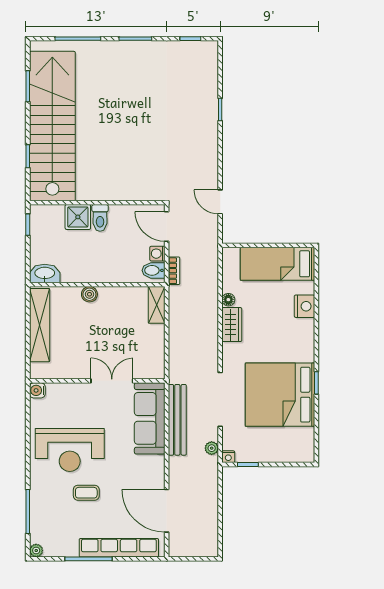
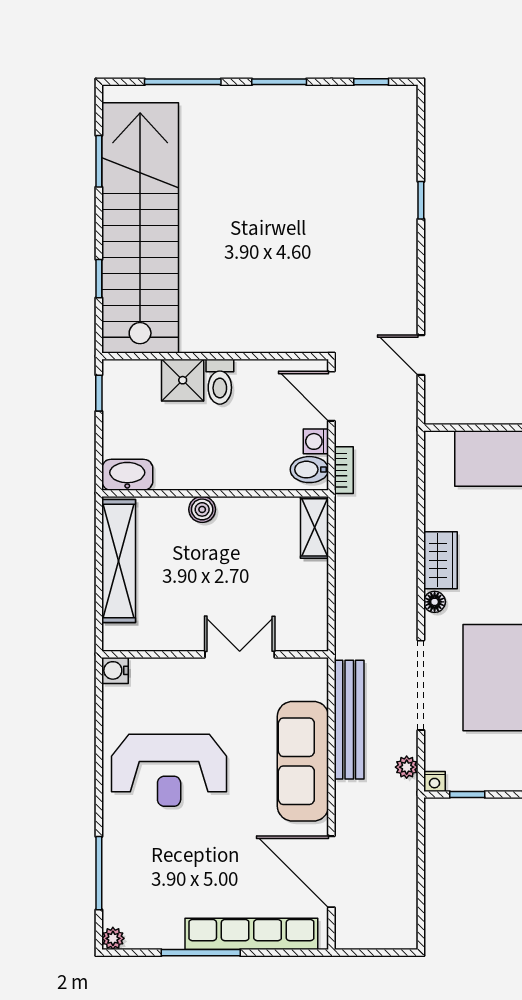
floor lamp: (228, 300) -> (435, 602), moved
sofa: (150, 418) -> (303, 761), moved
coffee table: (86, 493) -> (197, 842), removed

